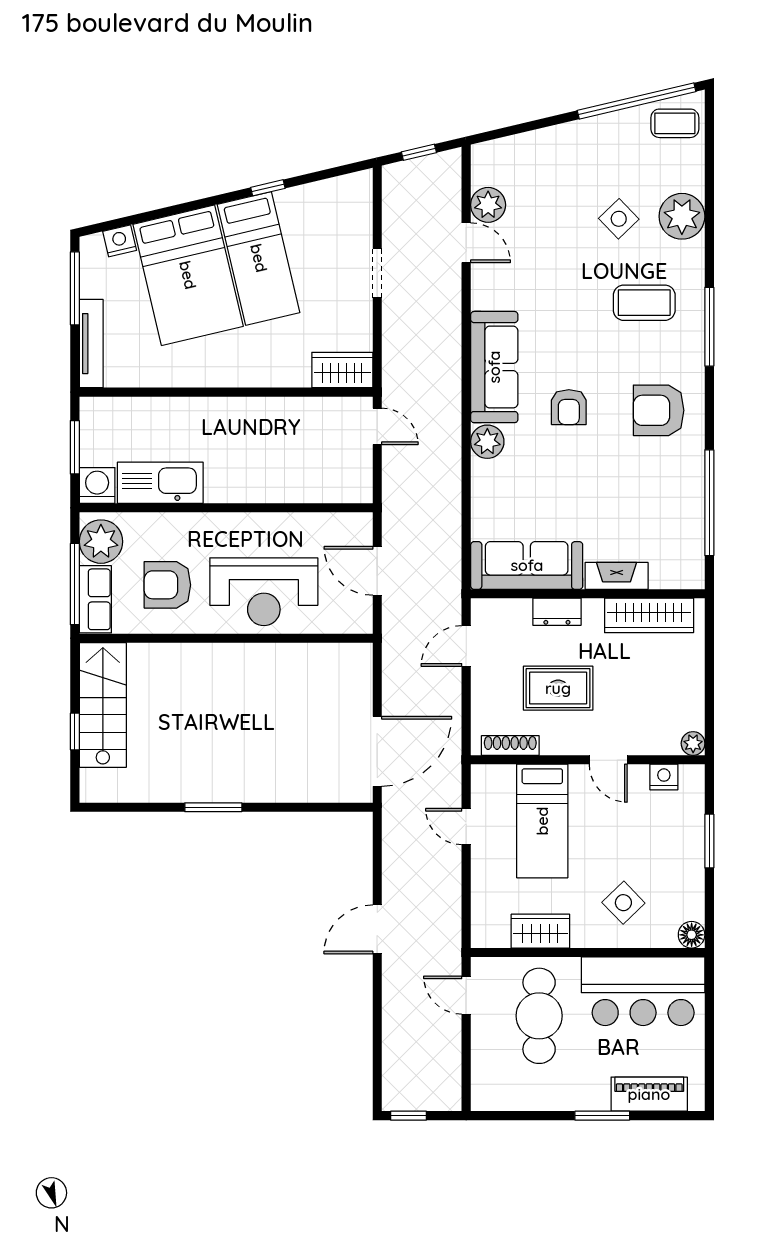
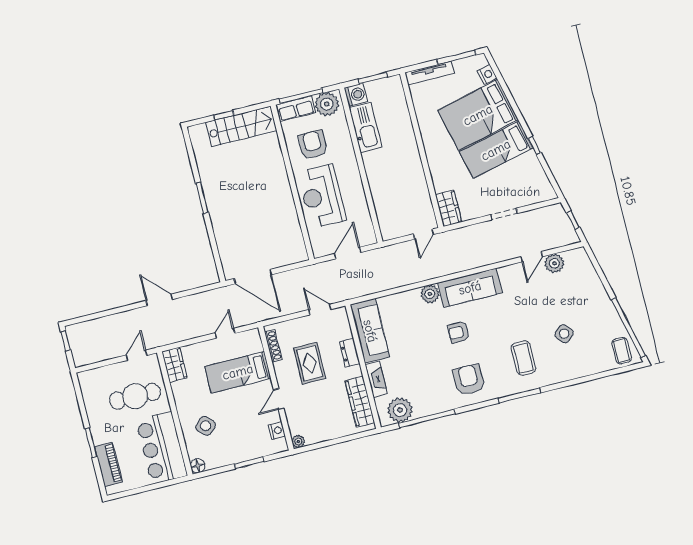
plant: (682, 216) -> (400, 410), moved
wardrobe: (540, 931) -> (174, 365), moved

